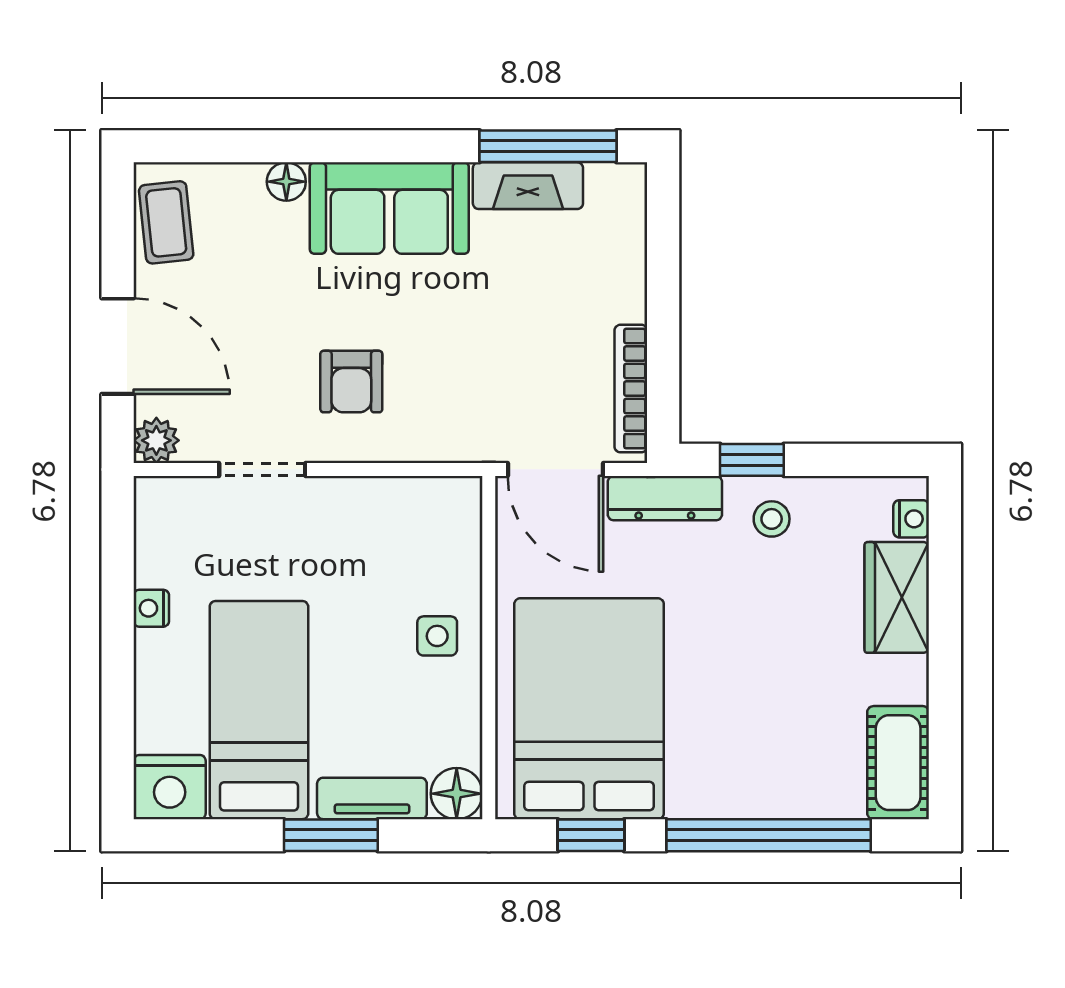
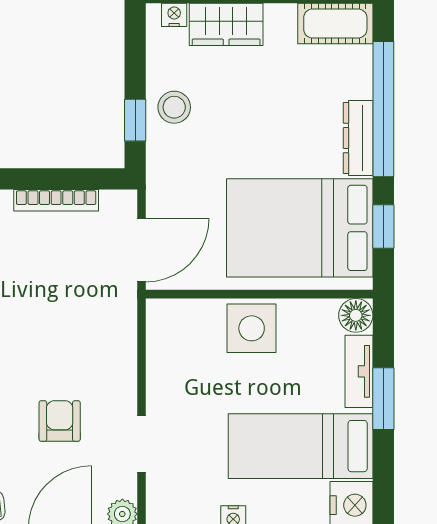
armchair: (351, 382) -> (60, 421), moved, turned -90
bookcase: (631, 389) -> (56, 200), moved
dresser: (665, 498) -> (358, 138), moved, turned 180
stool: (772, 519) -> (174, 107), width x1.37, depth x1.37
side table: (437, 636) -> (252, 328), width x1.87, depth x1.87

